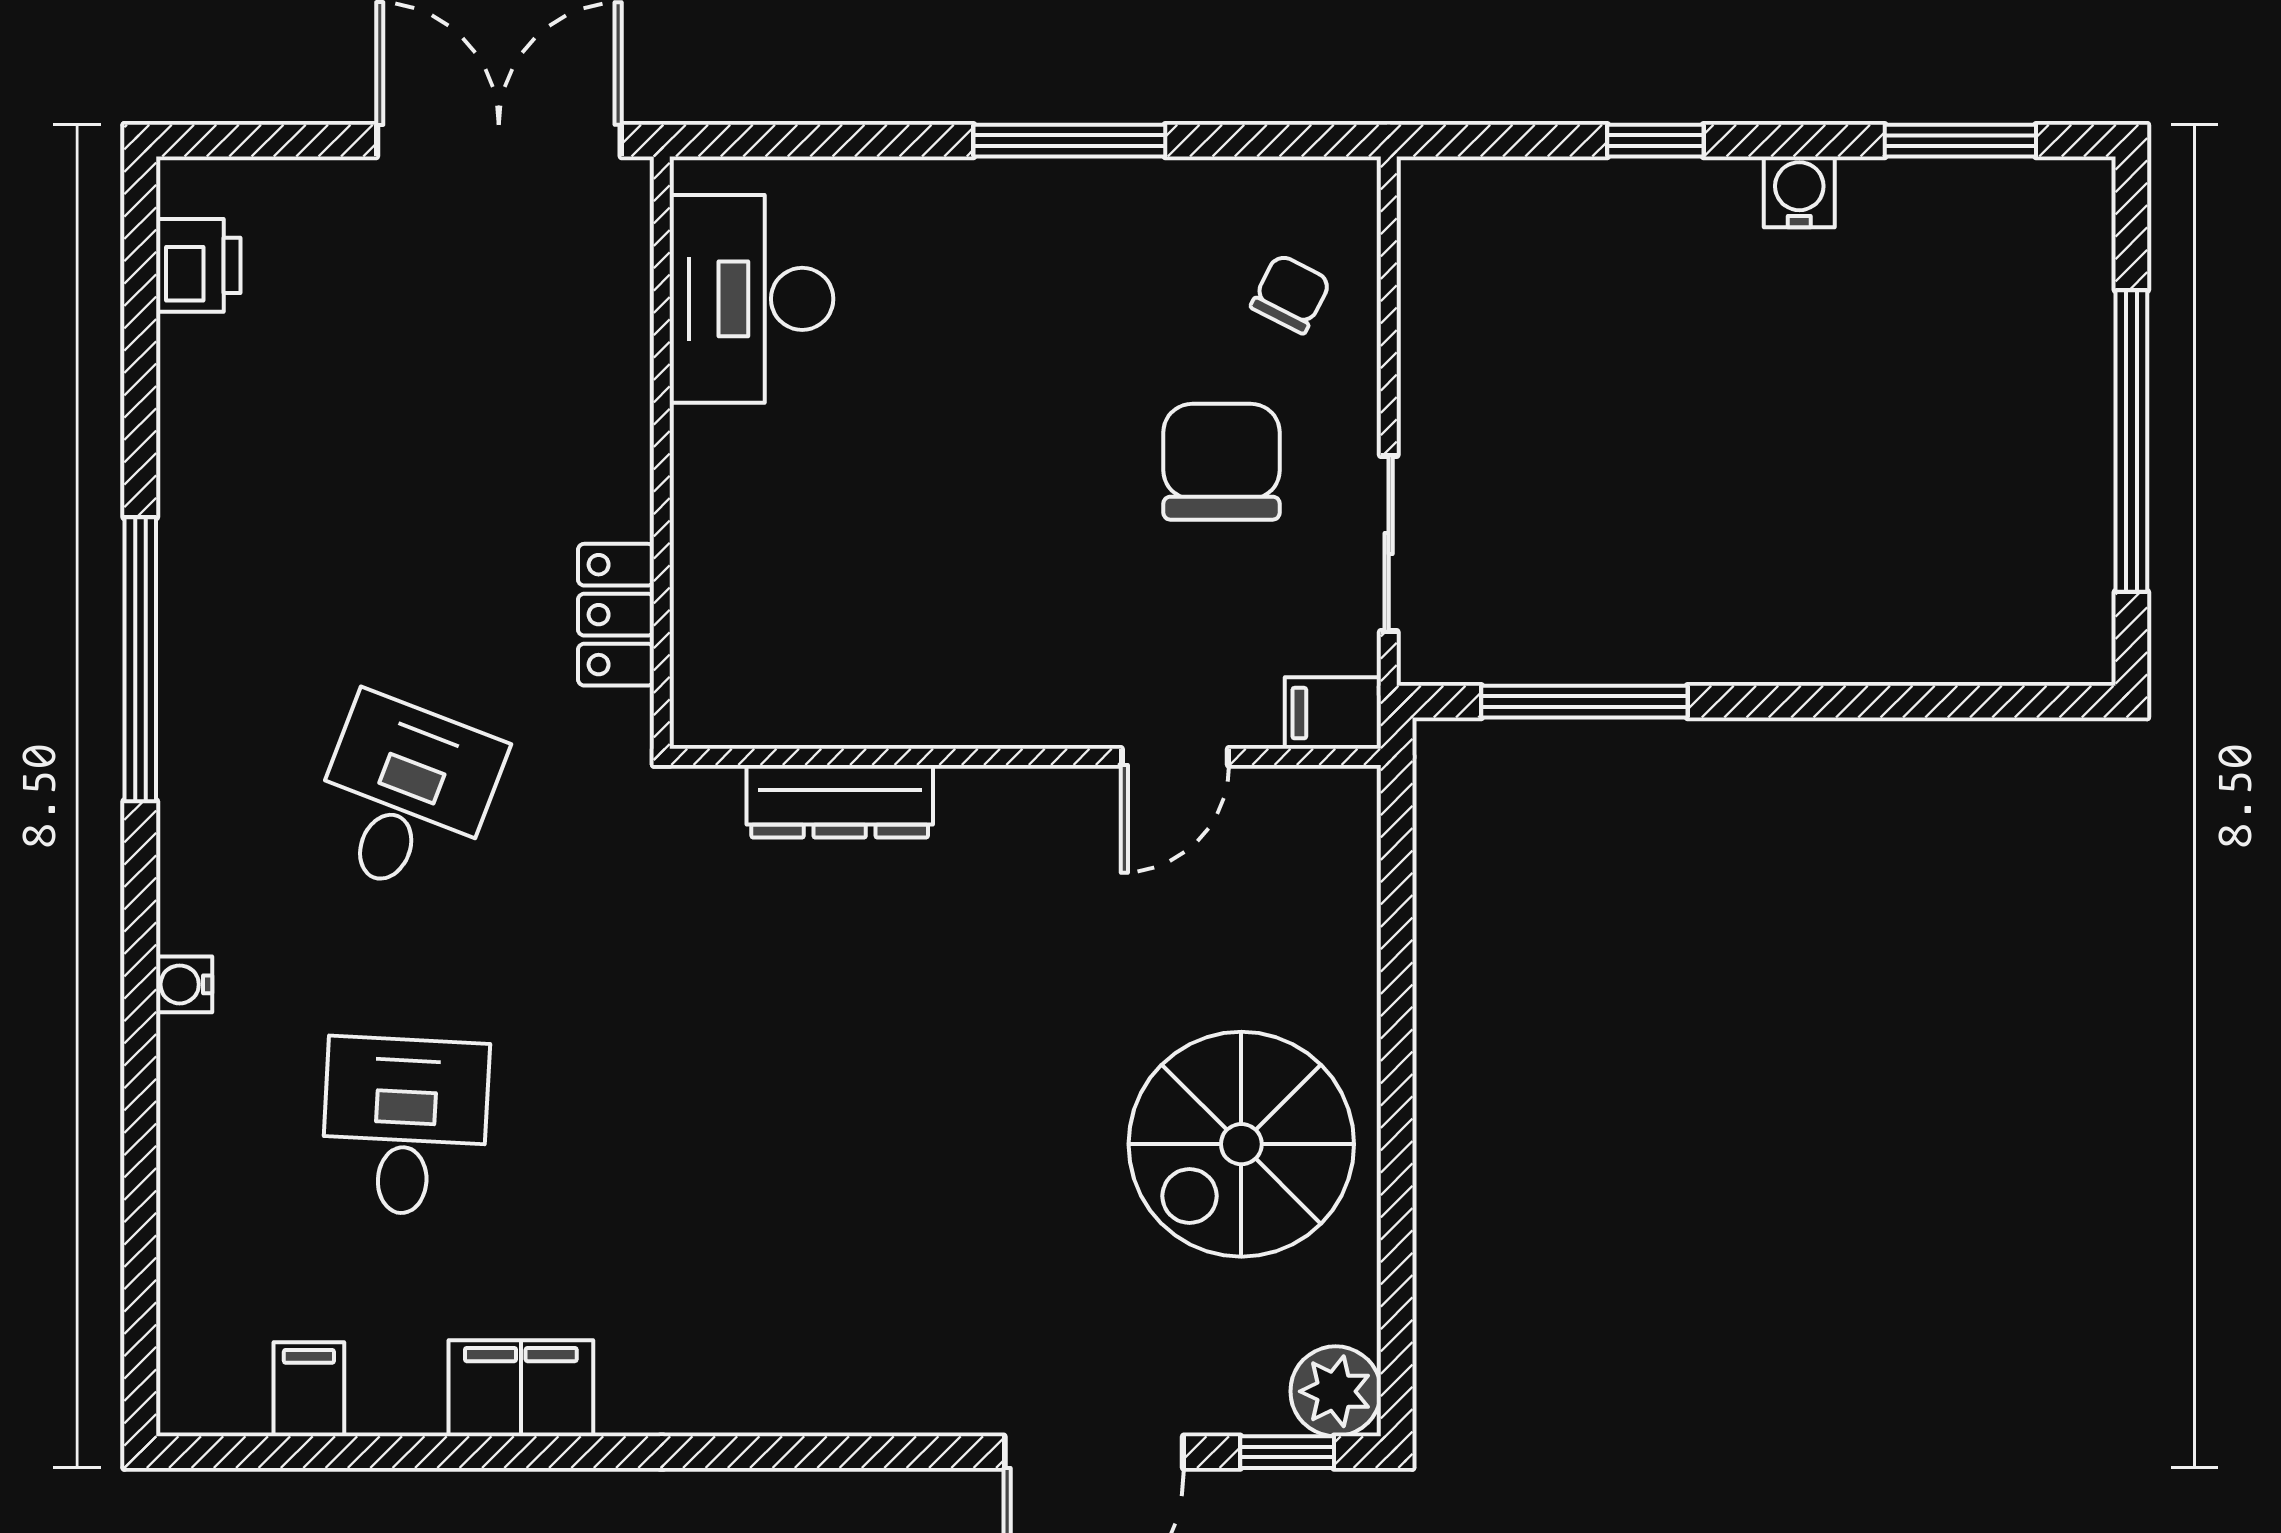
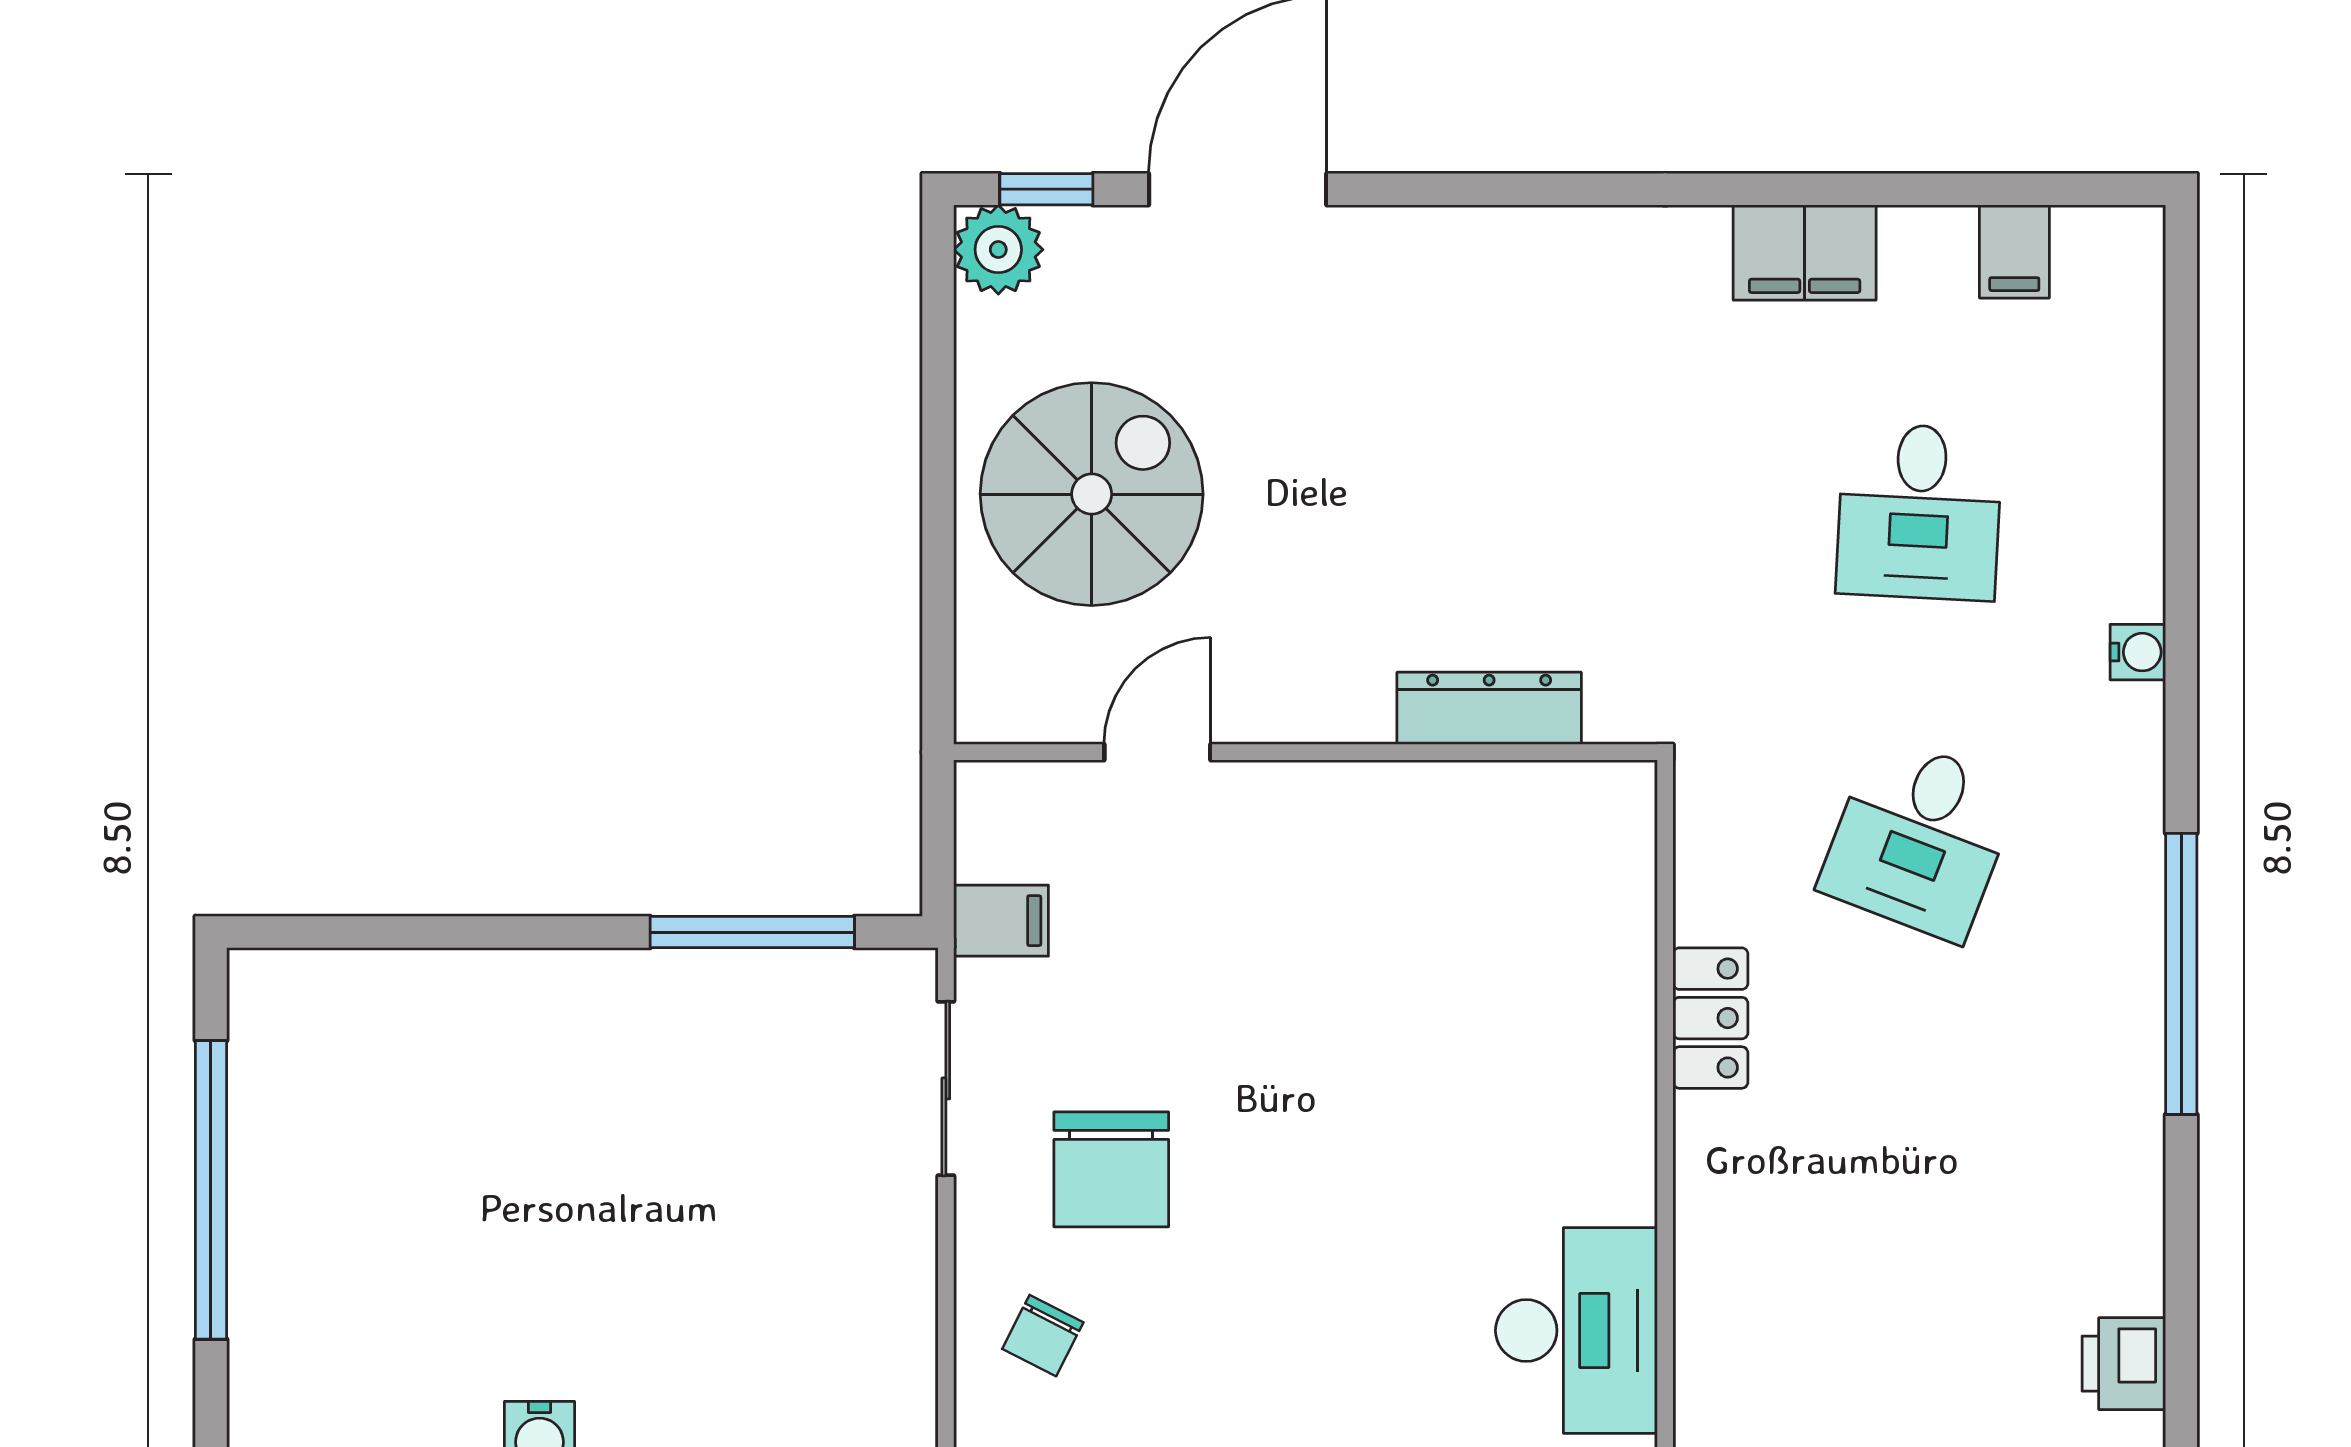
wall: (1025, 757) -> (1305, 752), moved
door: (1175, 757) -> (1157, 752), moved
dresser: (840, 801) -> (1489, 708), moved

